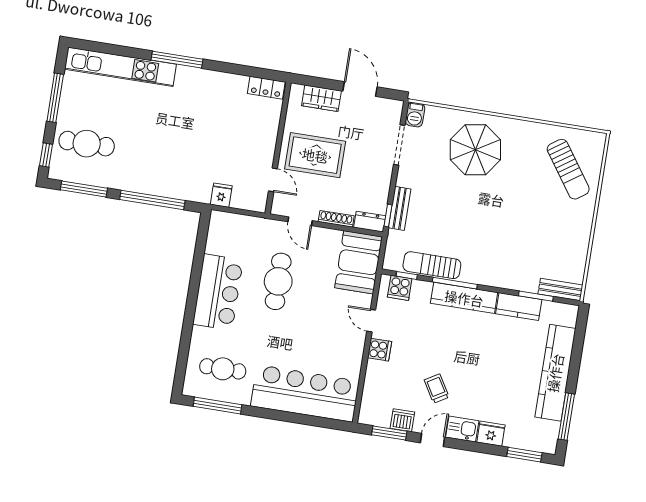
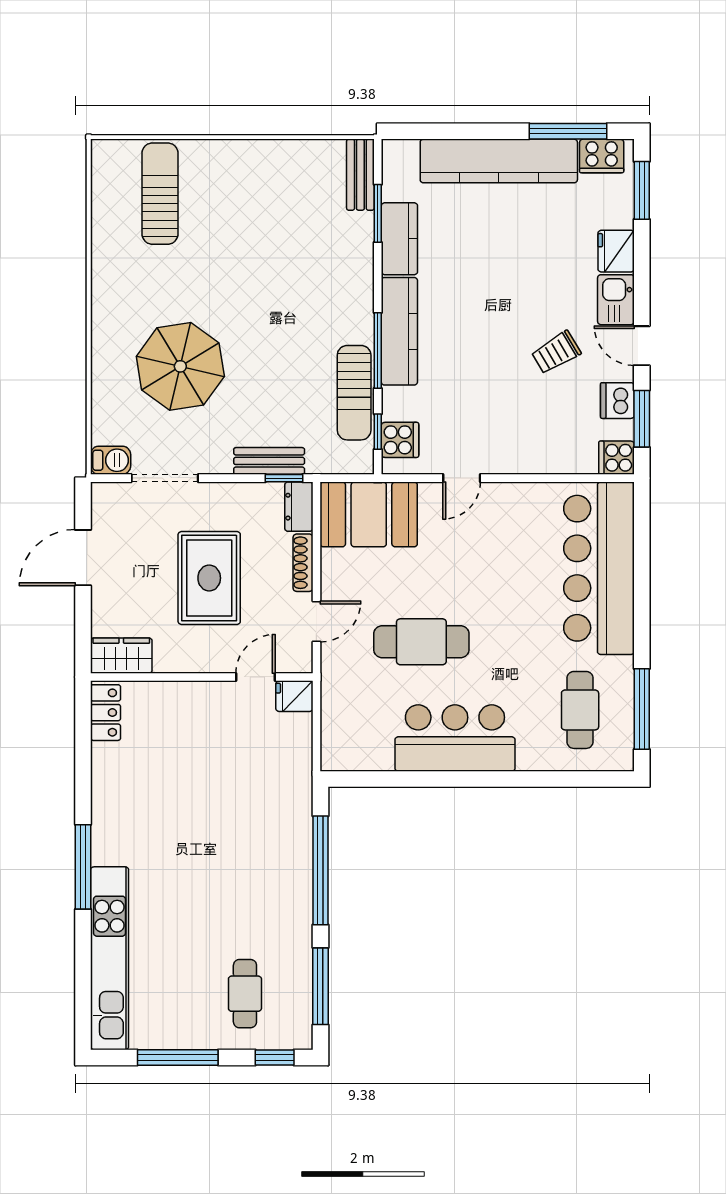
wardrobe: (321, 98) -> (121, 656), moved, turned -90
cafe table: (87, 144) -> (245, 994), width x0.73, depth x0.74
parasol: (475, 150) -> (180, 366), moved
rug: (315, 155) -> (209, 578), moved
sun lounger: (568, 169) -> (160, 194), turned -55
fridge: (221, 195) -> (294, 696), moved
cooker: (380, 350) -> (617, 458), moved, turned -90
cooker: (549, 434) -> (602, 156), added

